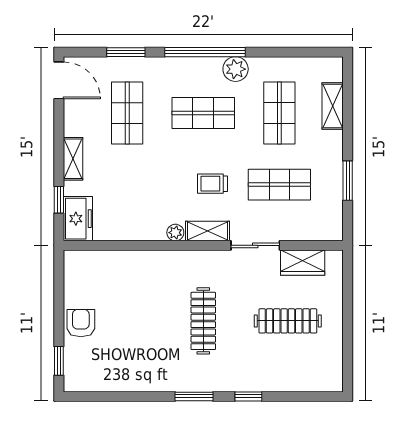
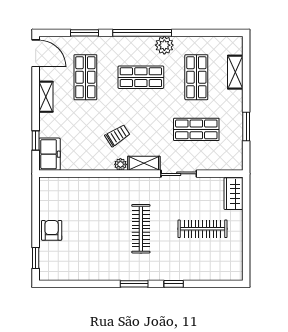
shelving: (73, 159) -> (46, 97), moved
trolley: (212, 184) -> (117, 136), moved, turned 148
wardrobe: (303, 263) -> (234, 194), moved, turned 90

